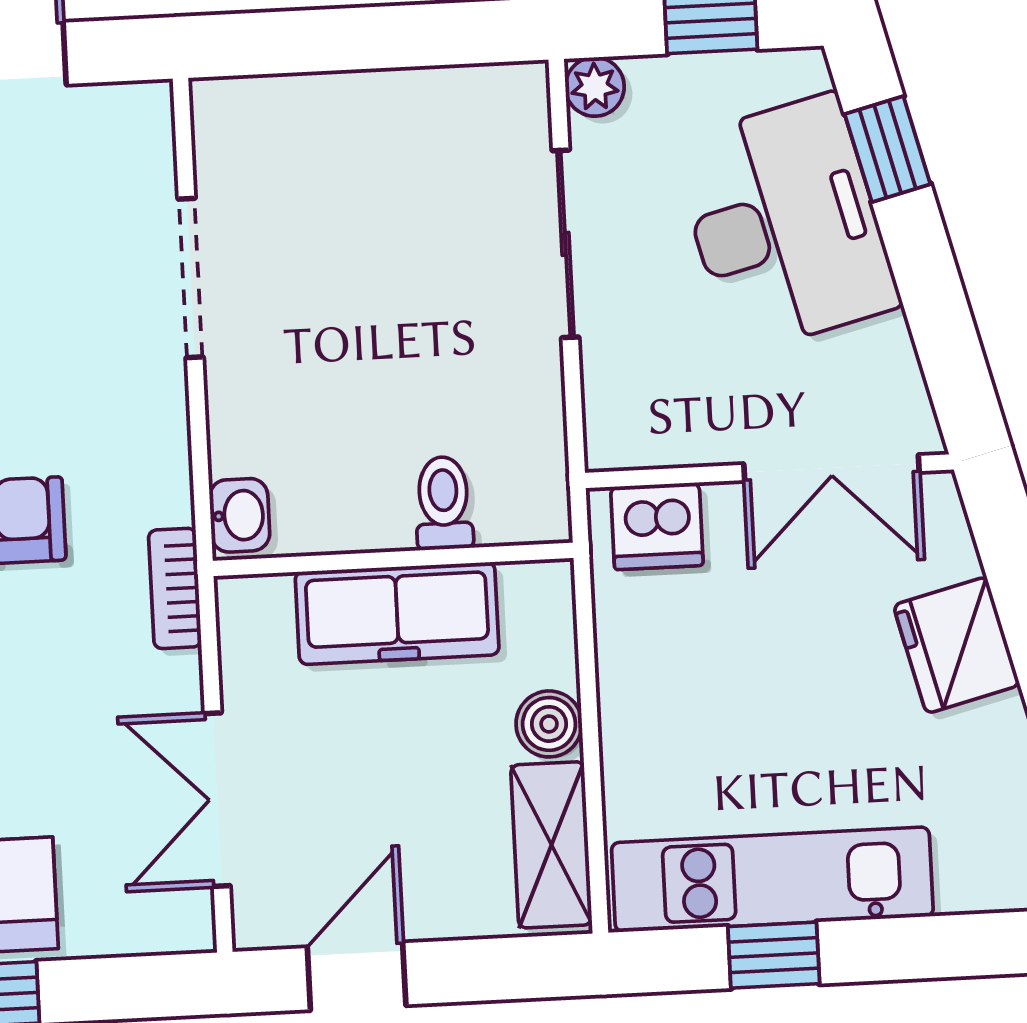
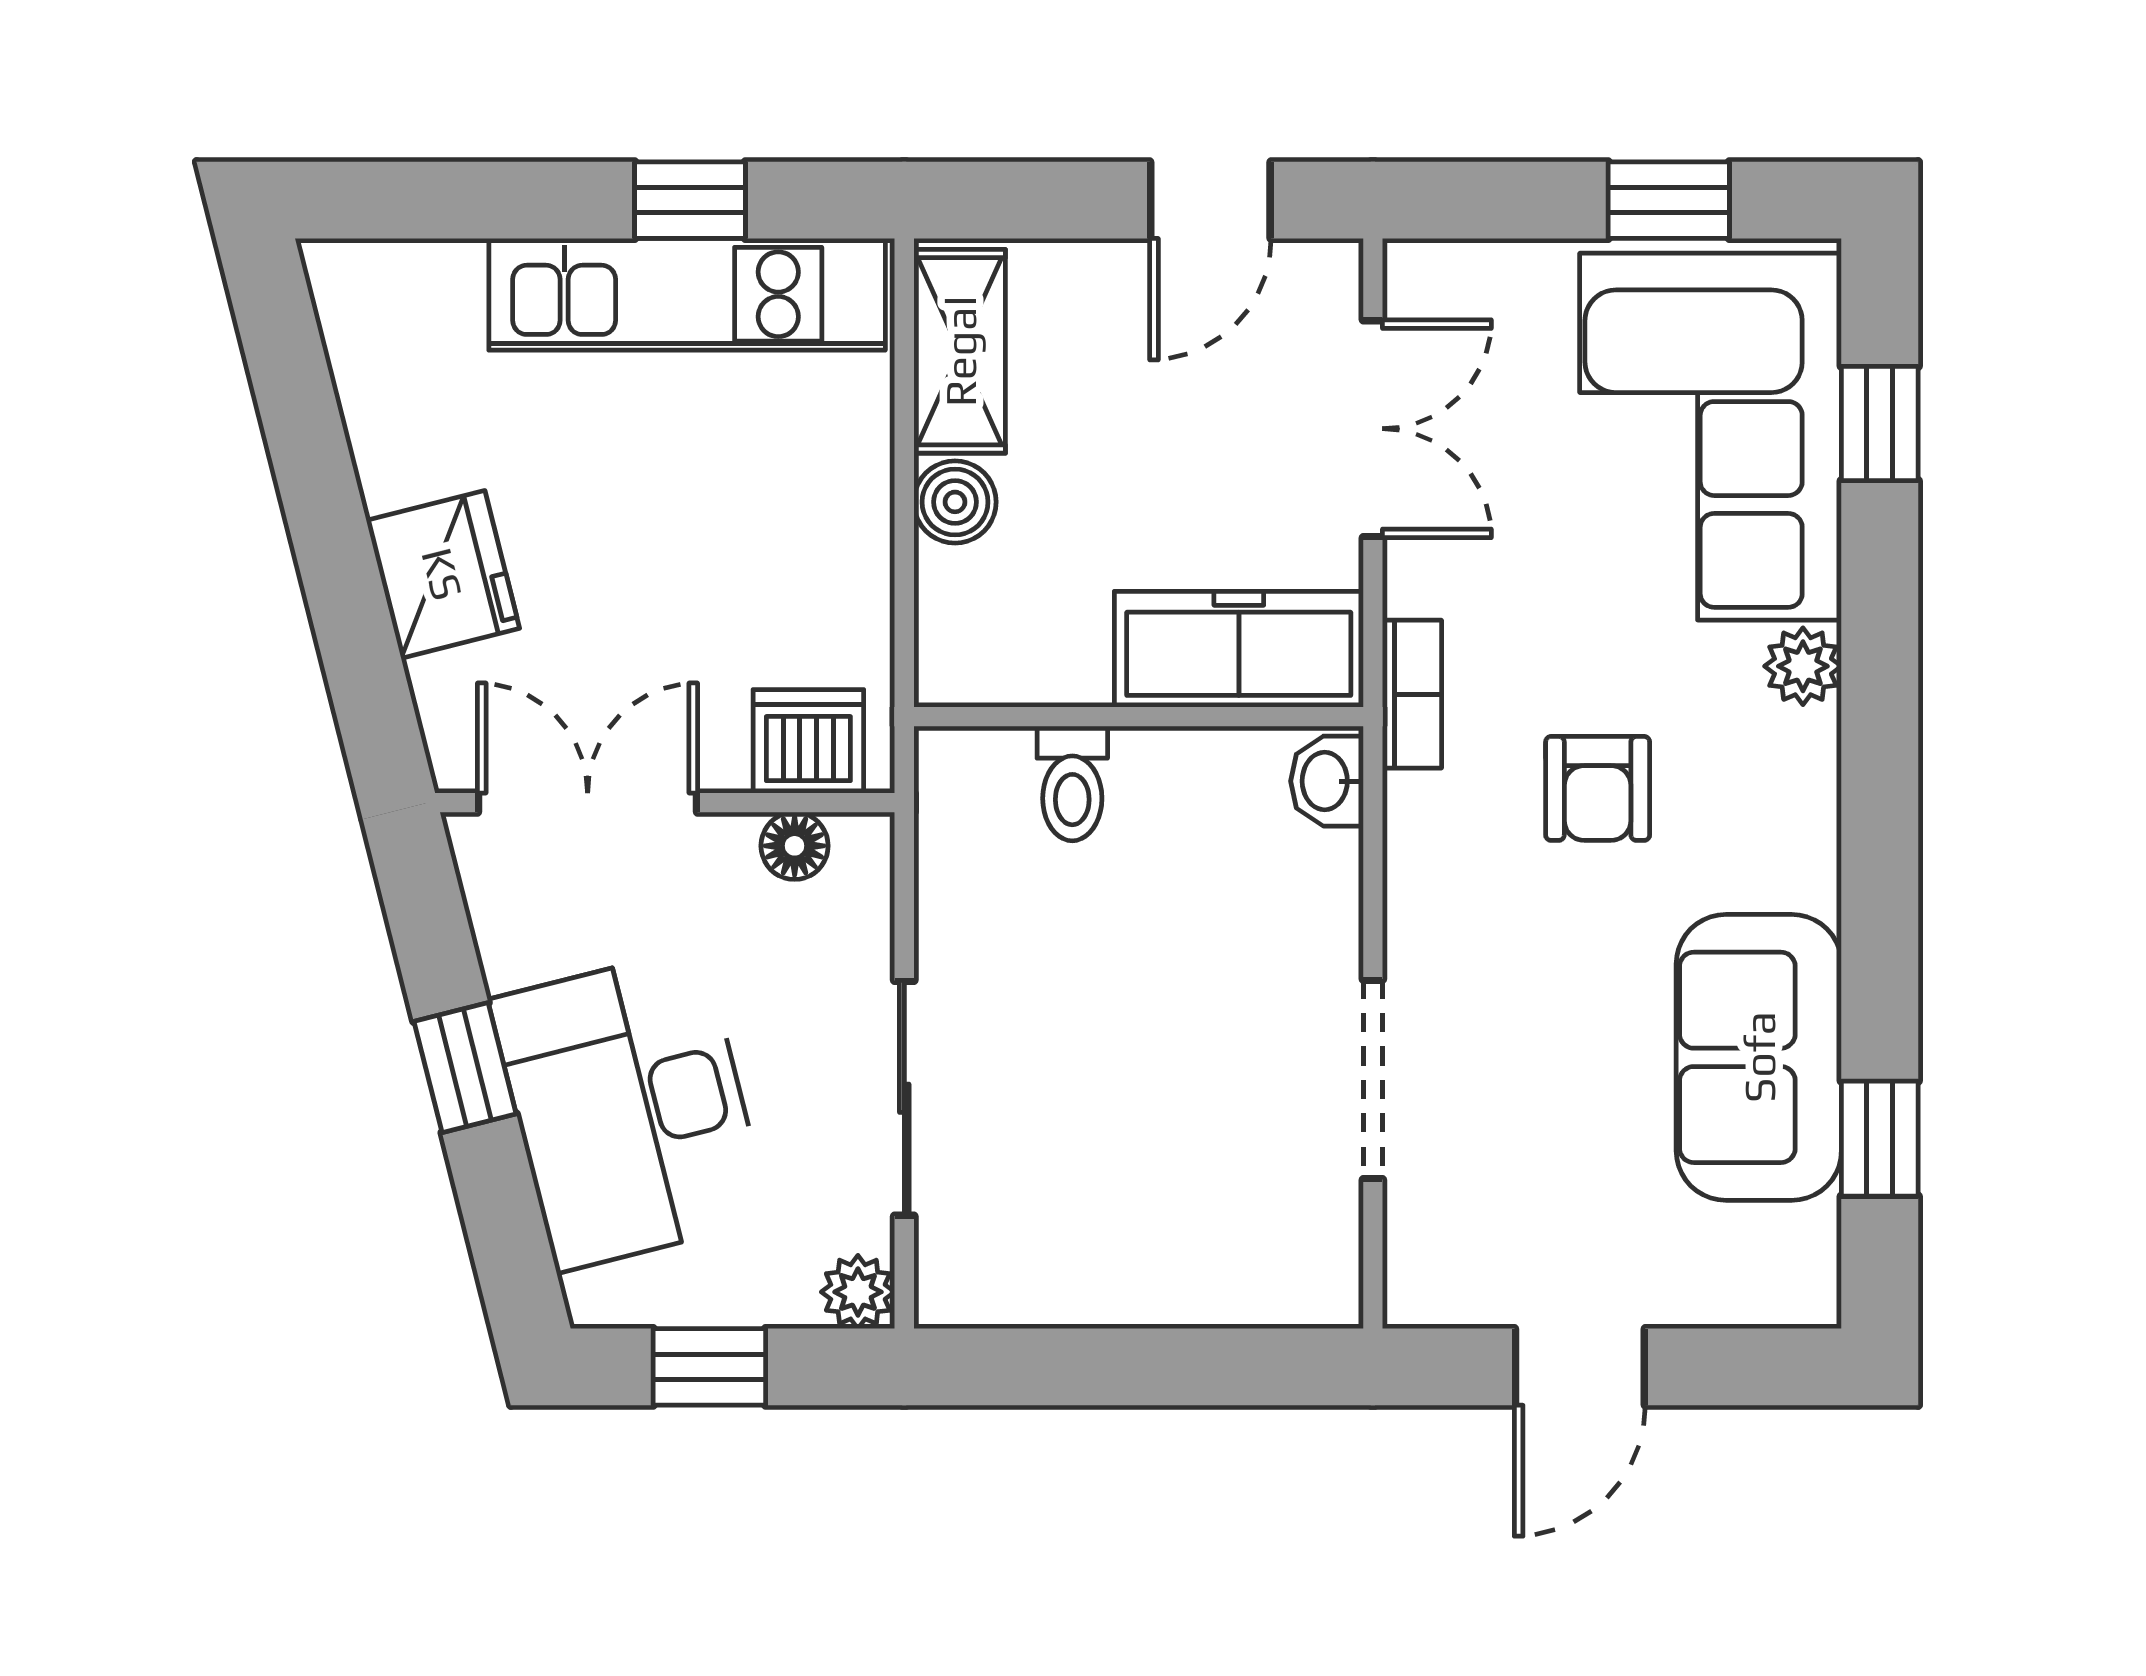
window: (888, 149) -> (465, 1068), moved
floor lamp: (664, 442) -> (795, 846), added
freezer: (397, 613) -> (1239, 649), moved

